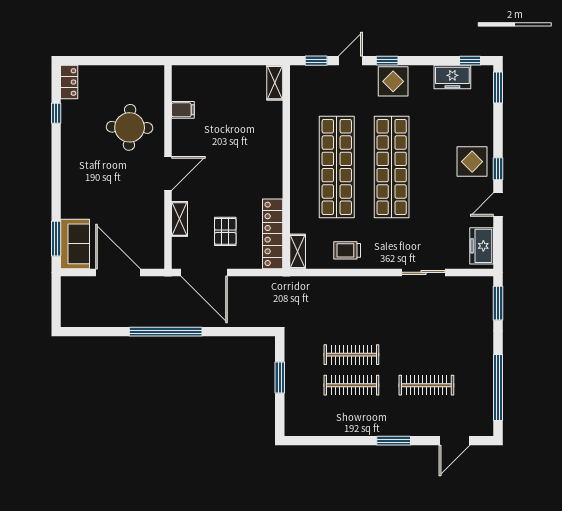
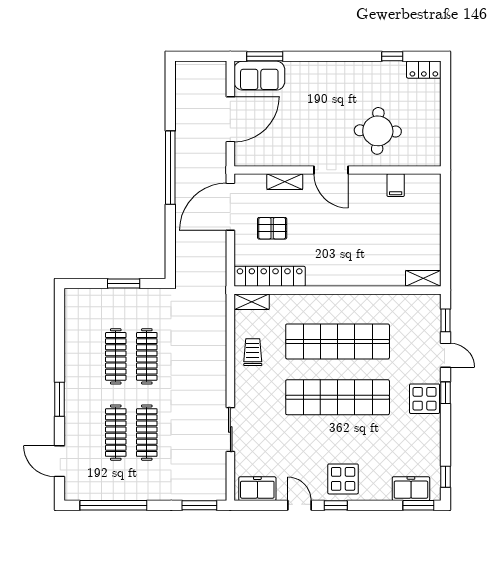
freezer: (452, 77) -> (411, 489), moved, turned 90
clothes rail: (426, 355) -> (147, 433), added

